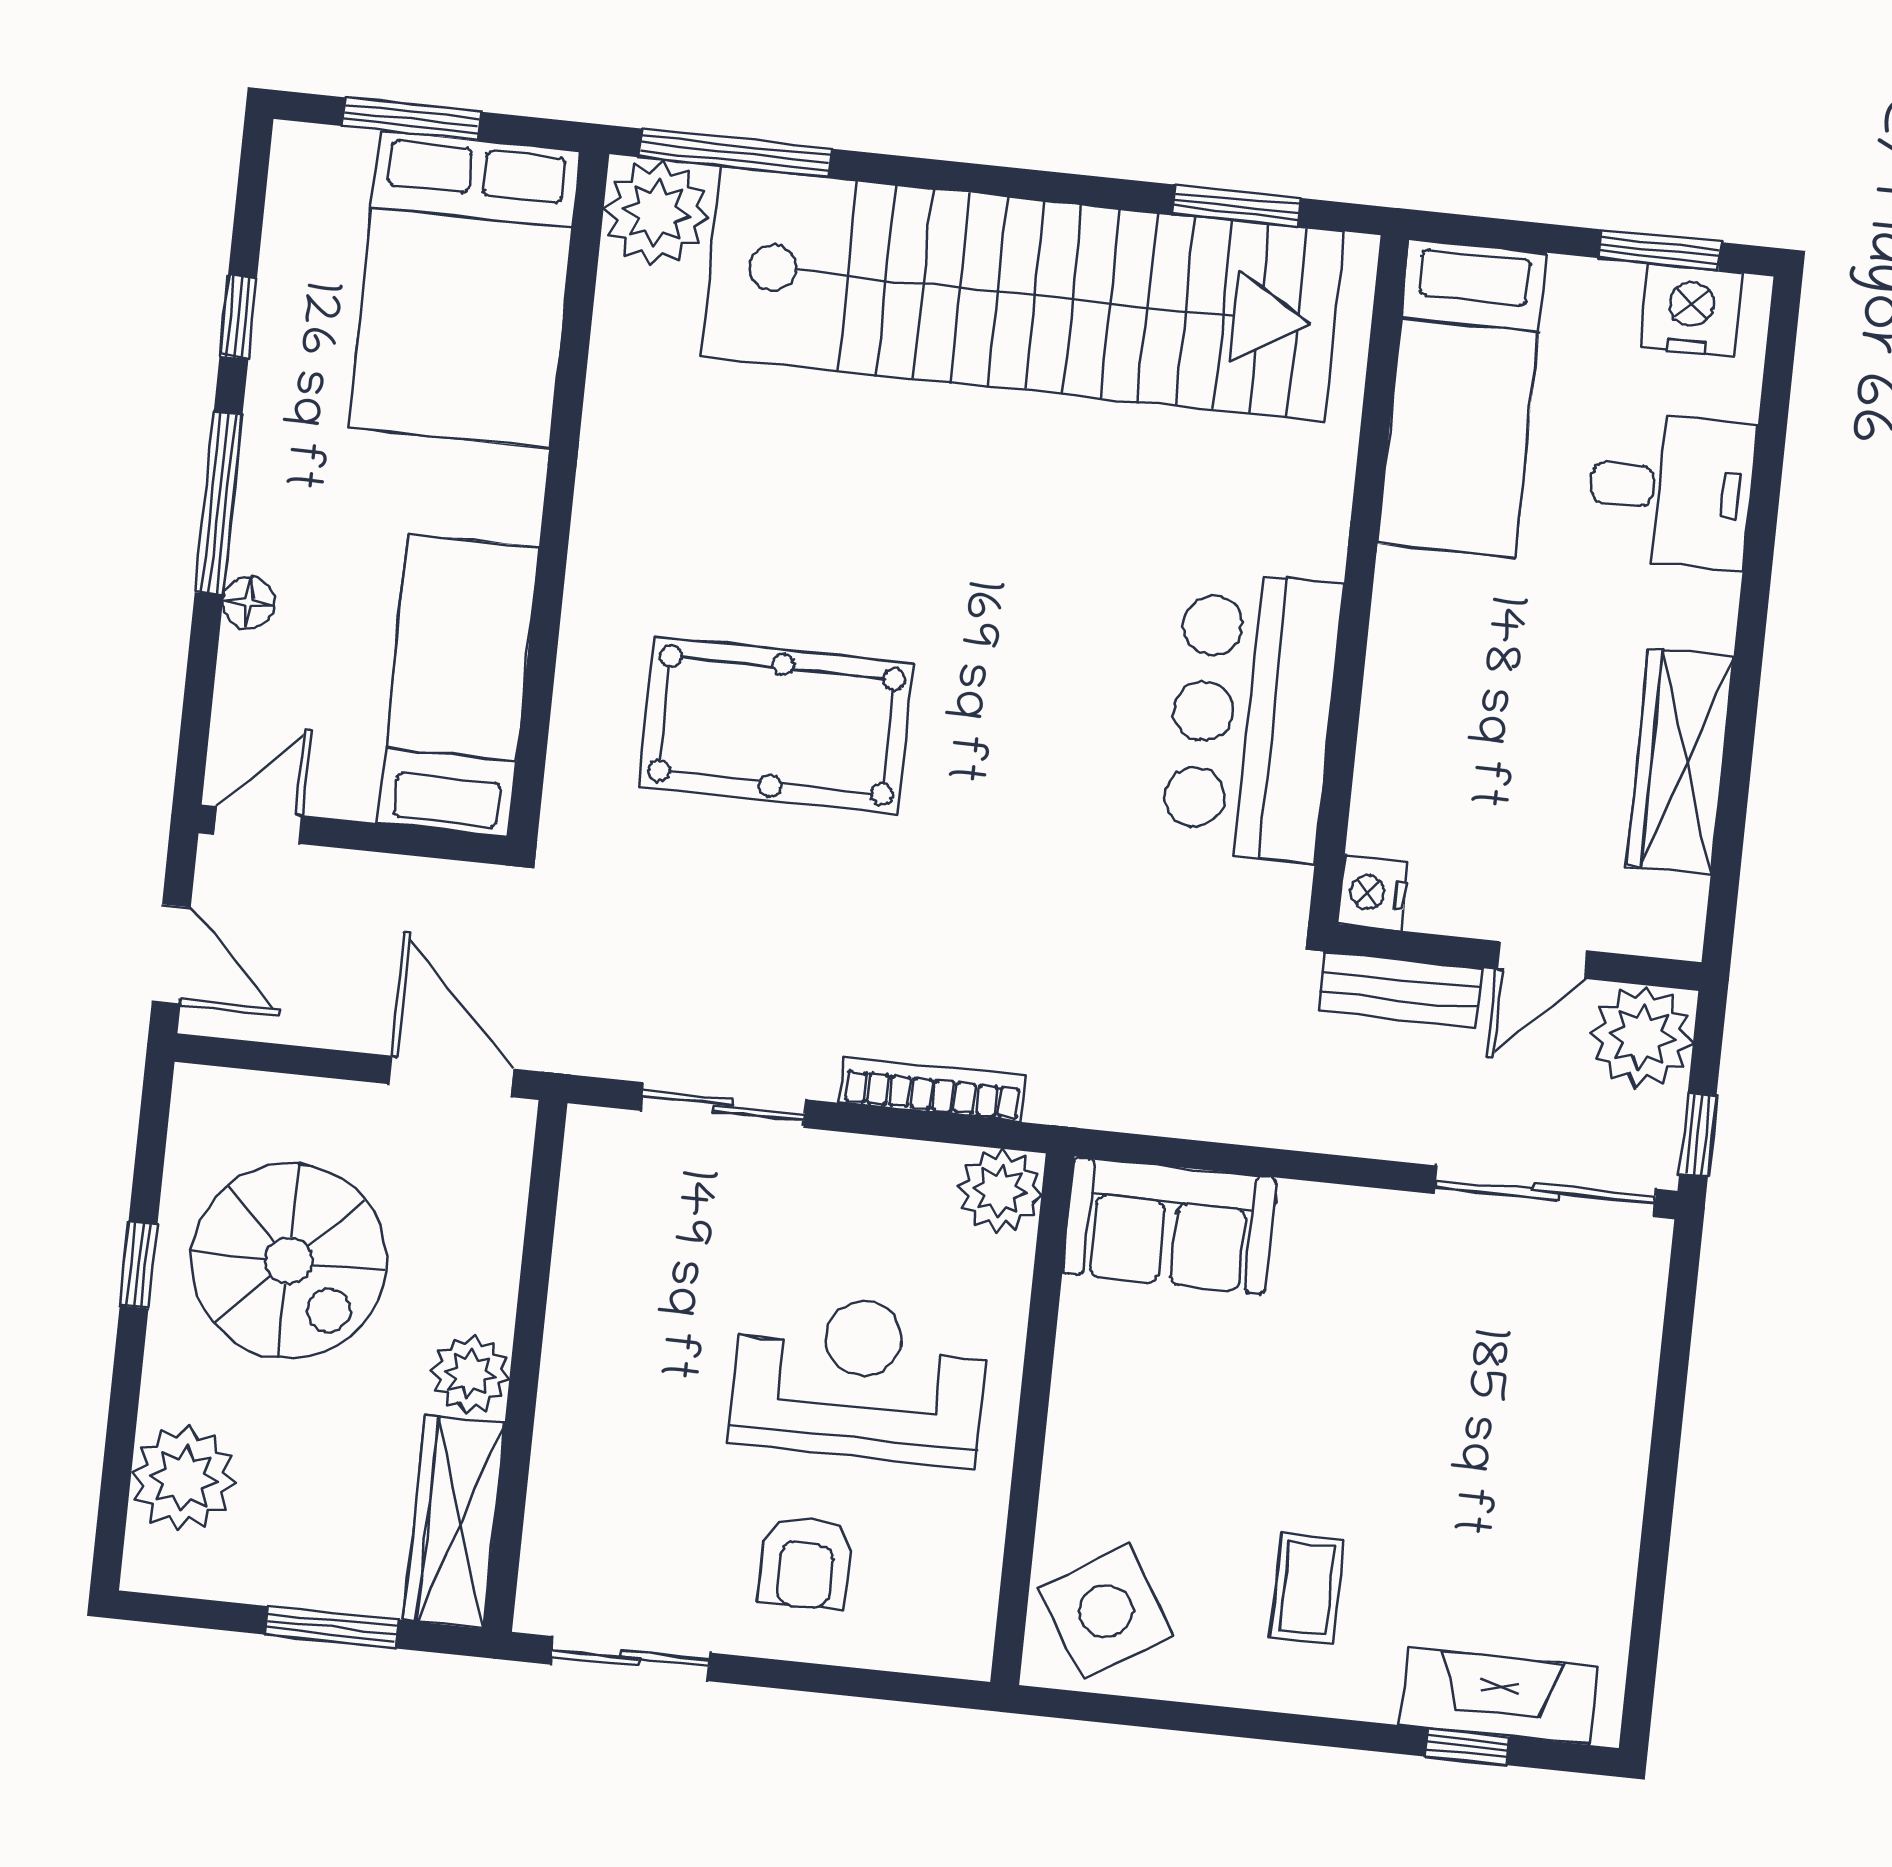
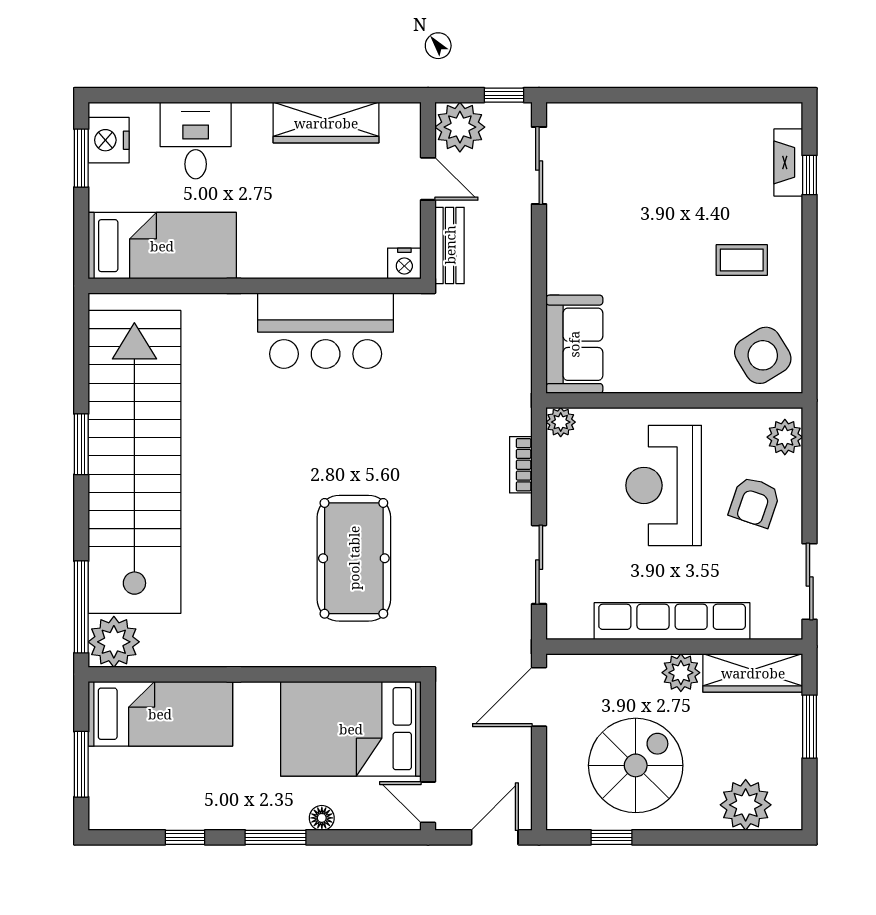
window: (1236, 206) -> (81, 444), moved
bed: (465, 289) -> (160, 714), width x0.67
window: (219, 503) -> (276, 837), width x0.69
bed: (459, 685) -> (351, 729), width x1.50
bookcase: (933, 1089) -> (521, 465), width x0.64
plant: (1000, 1191) -> (561, 422), width x0.73, depth x0.73
sliding door: (1545, 1191) -> (539, 166), width x0.73
window: (139, 1265) -> (612, 837), moved
row of seats: (578, 1367) -> (672, 621), added
armchair: (806, 1563) -> (755, 502), turned 109
plant: (933, 1639) -> (785, 437), added
fireplace: (1499, 1696) -> (788, 162), width x0.73, depth x0.76

